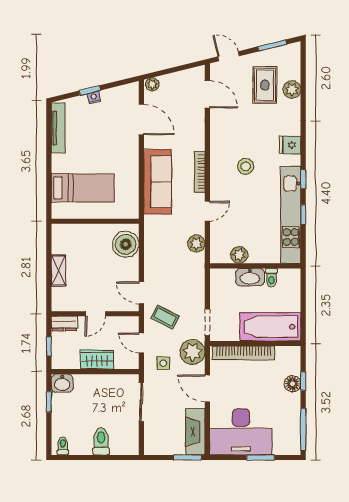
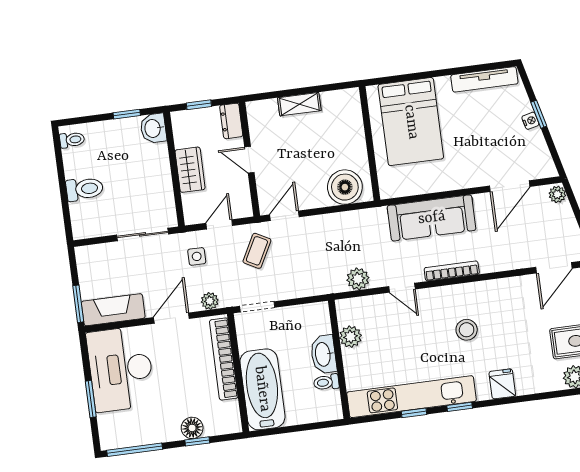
bed: (83, 188) -> (411, 122), width x1.50
plant: (192, 352) -> (210, 301), width x0.53, depth x0.53

